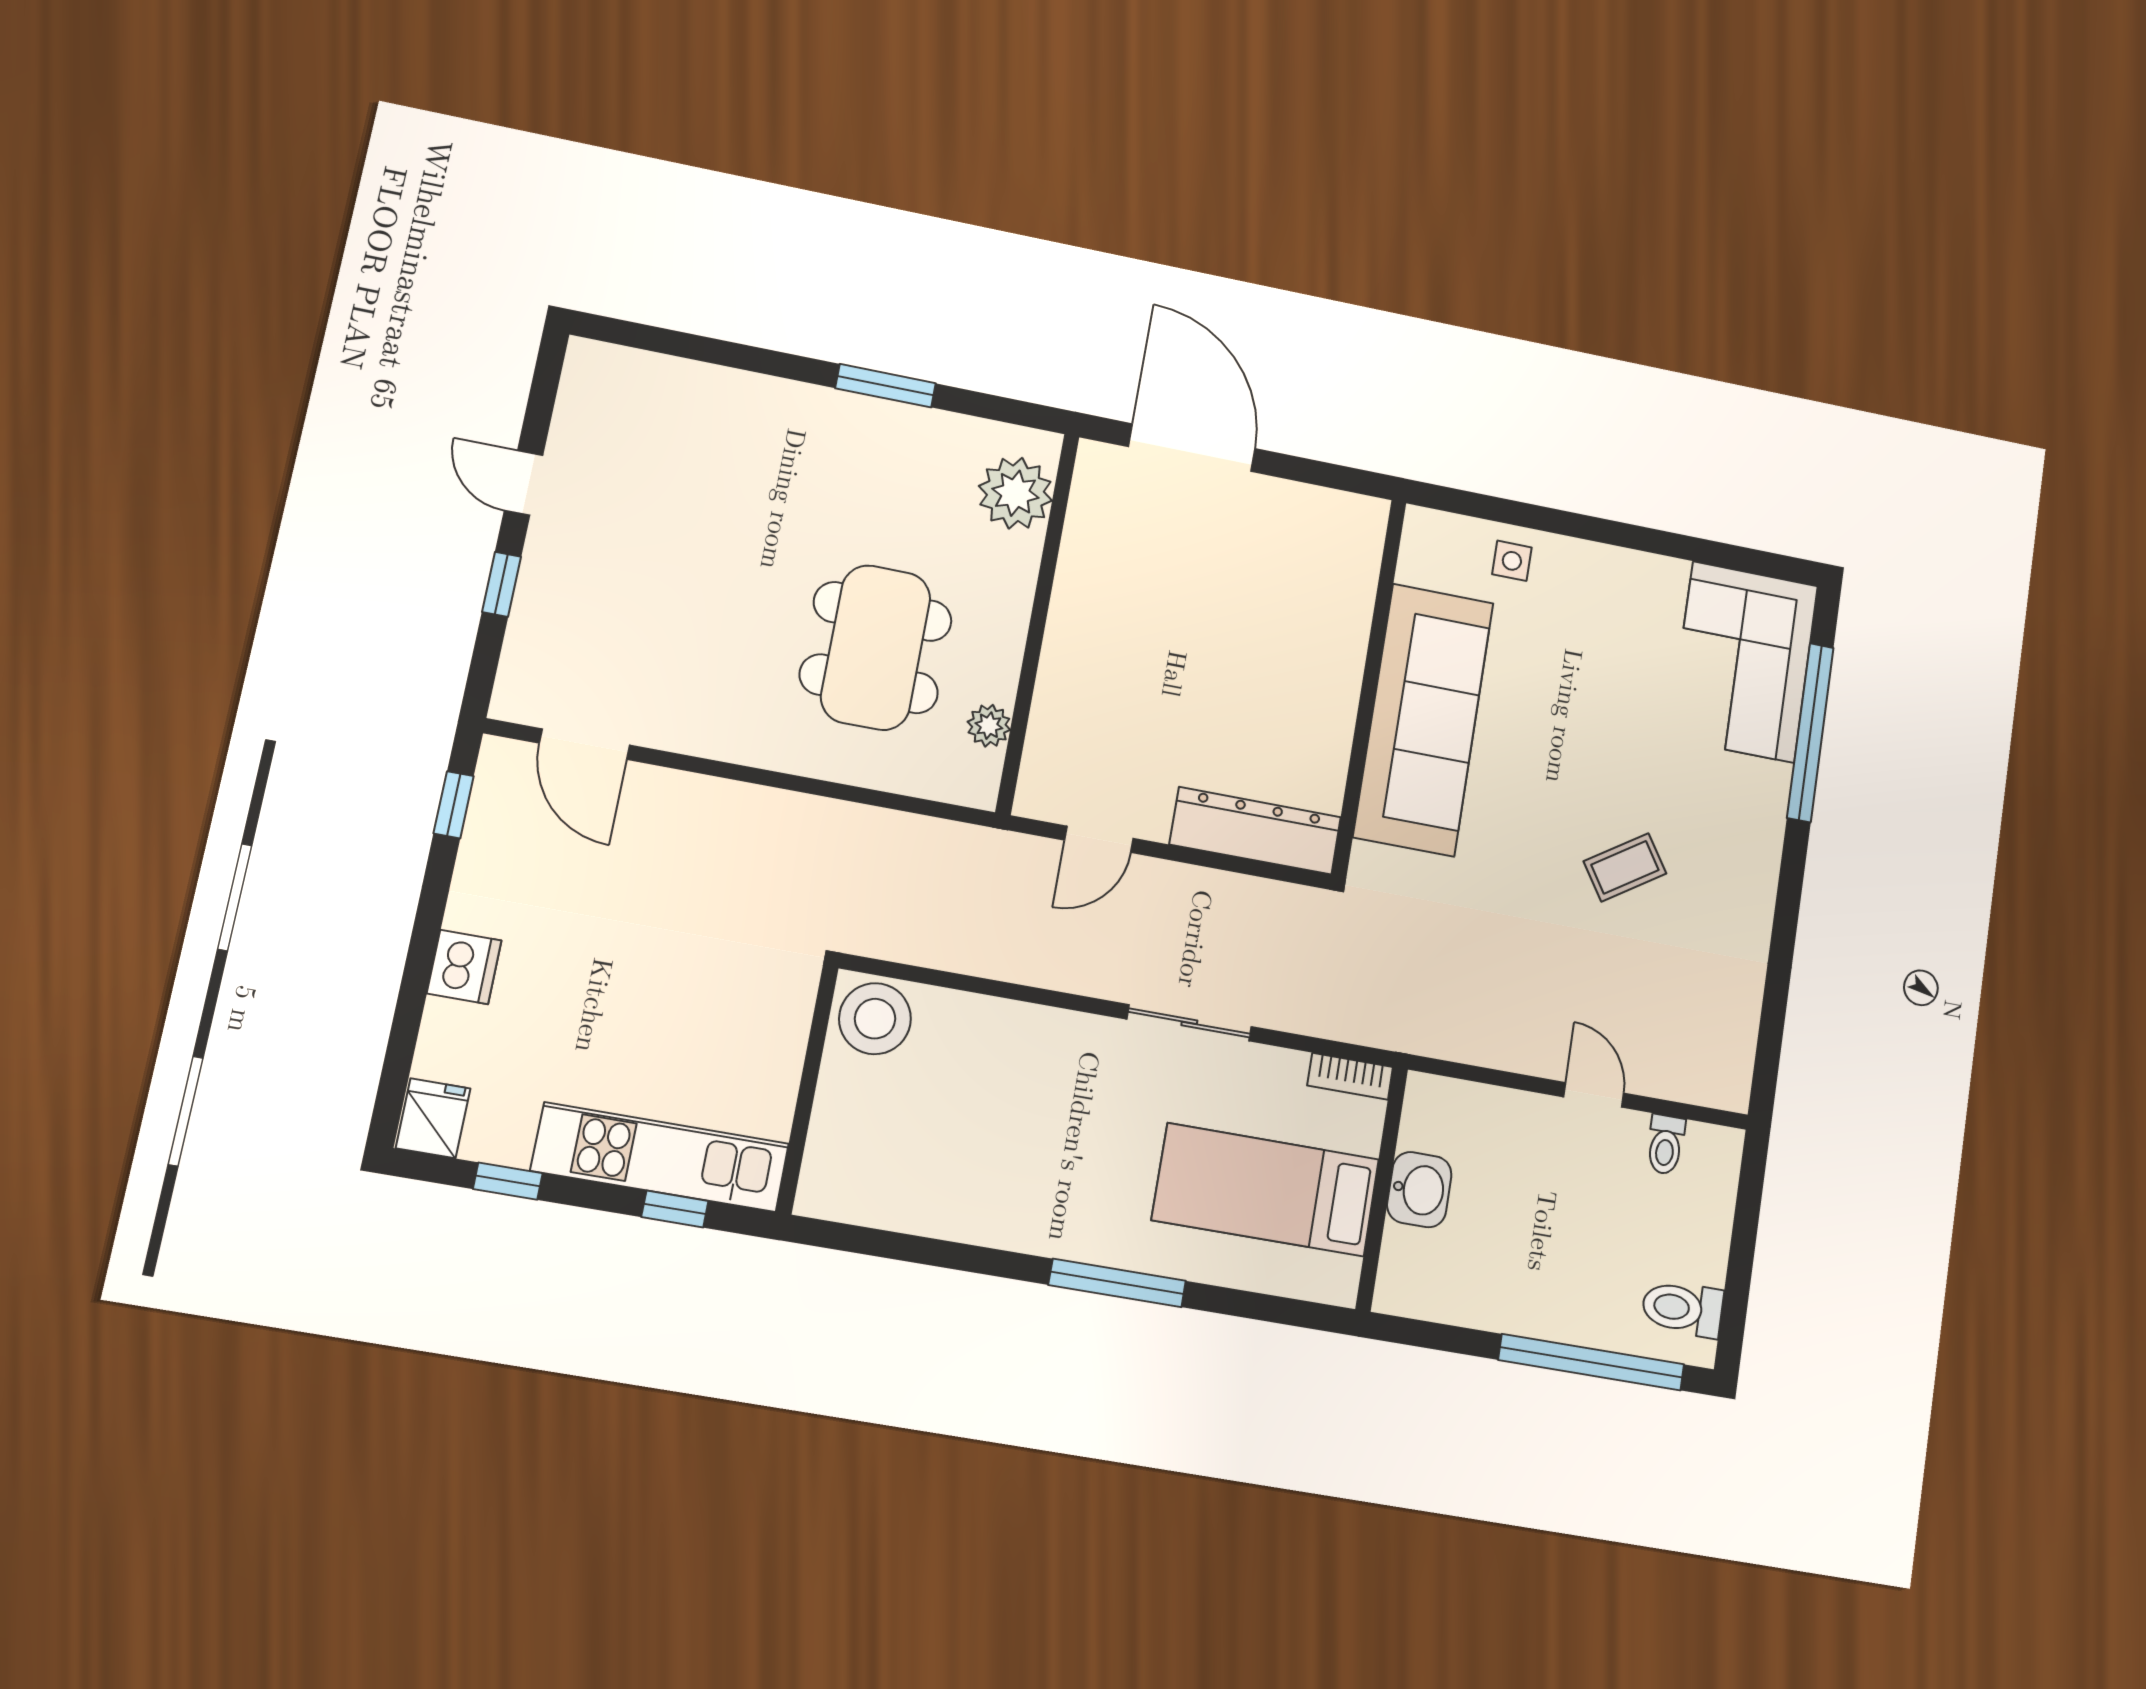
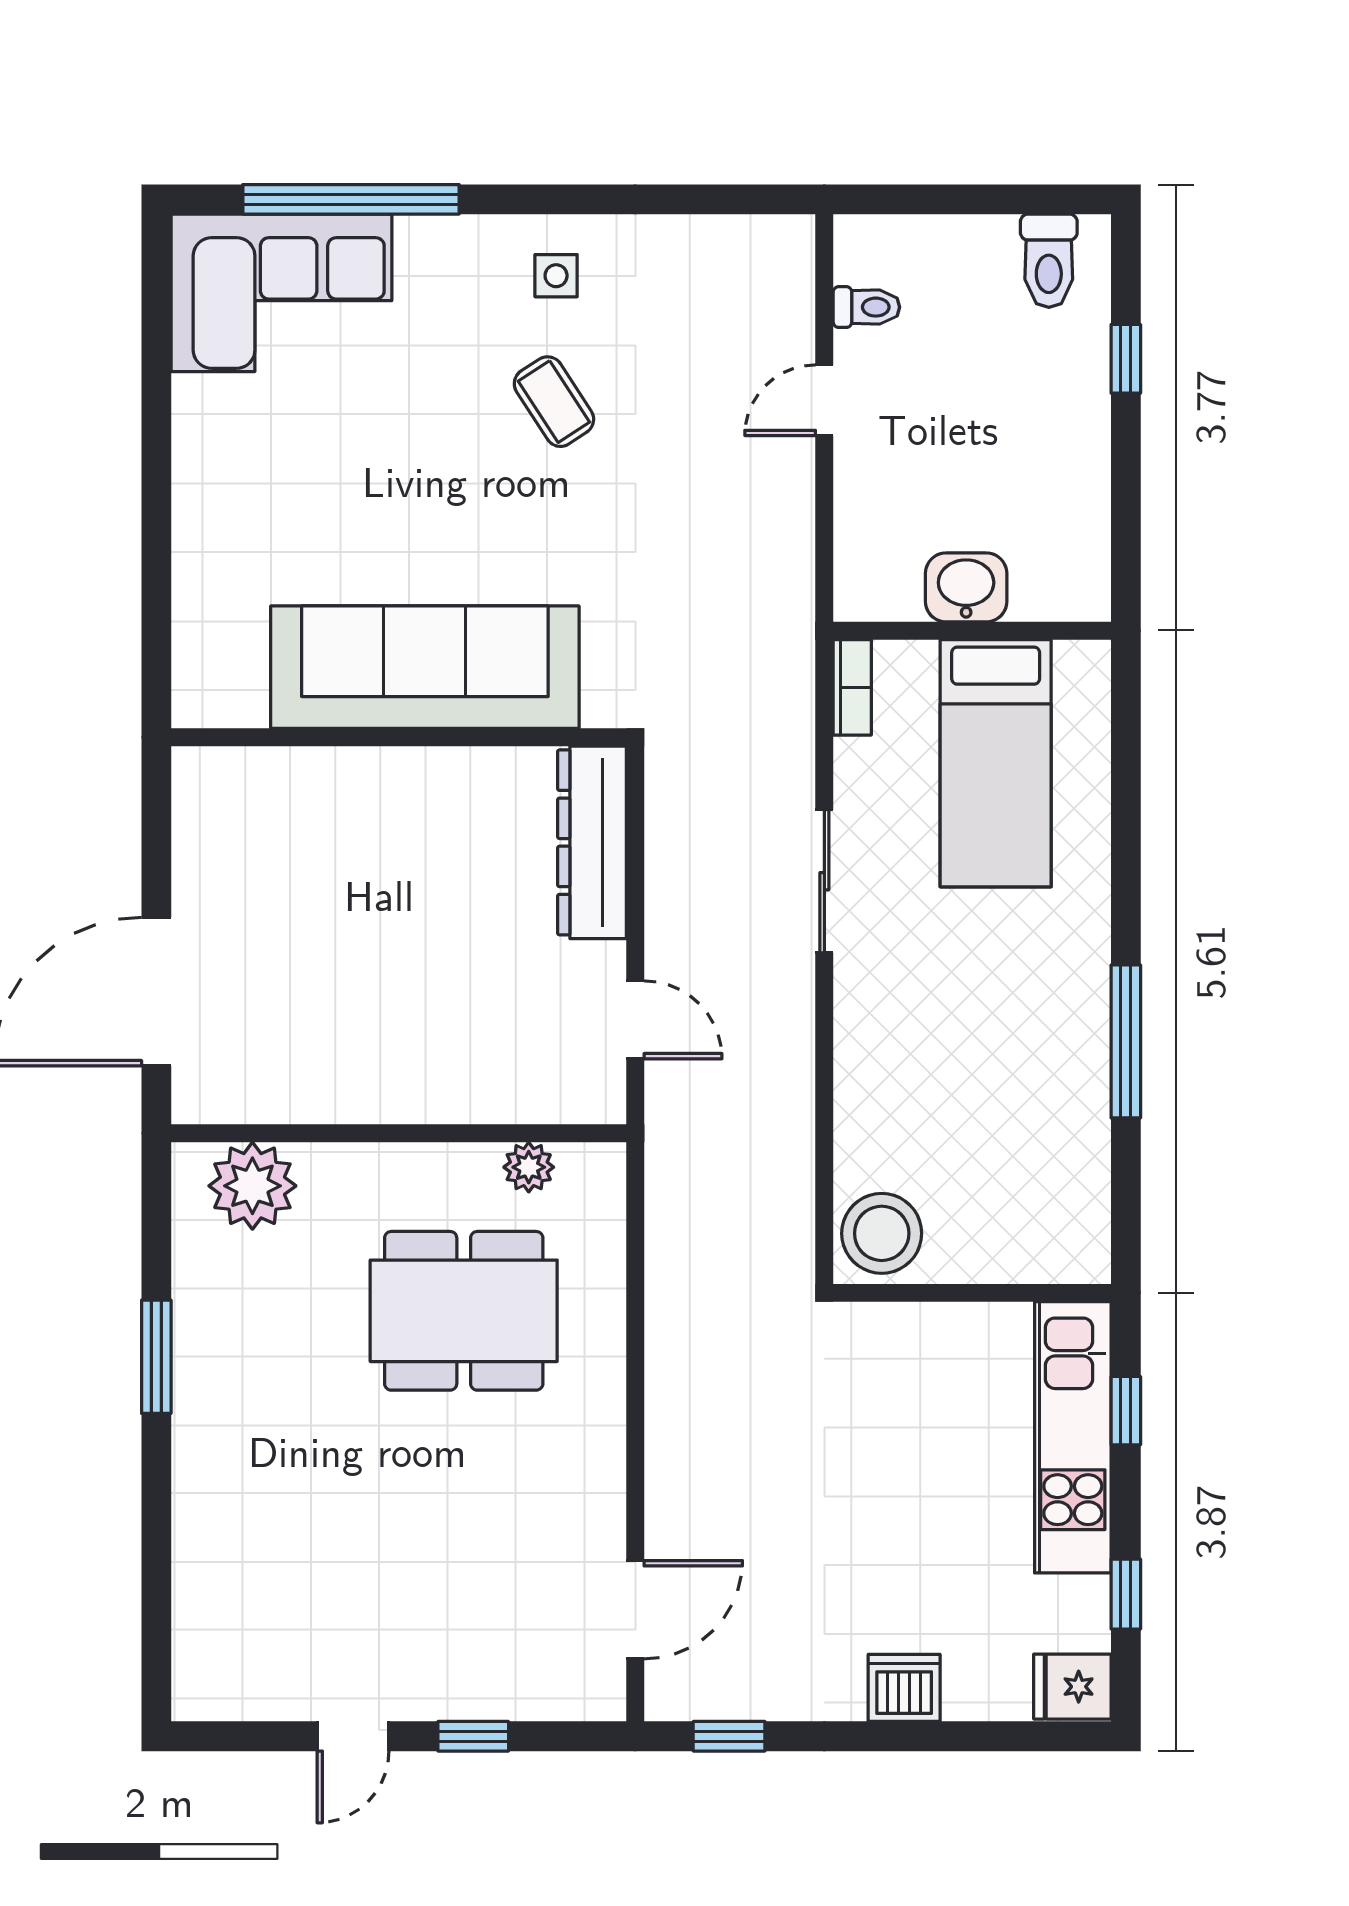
side table: (1512, 561) -> (556, 276), moved
window: (1117, 1283) -> (1126, 1041), moved
window: (1591, 1362) -> (1126, 359), width x0.32

